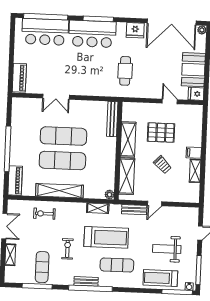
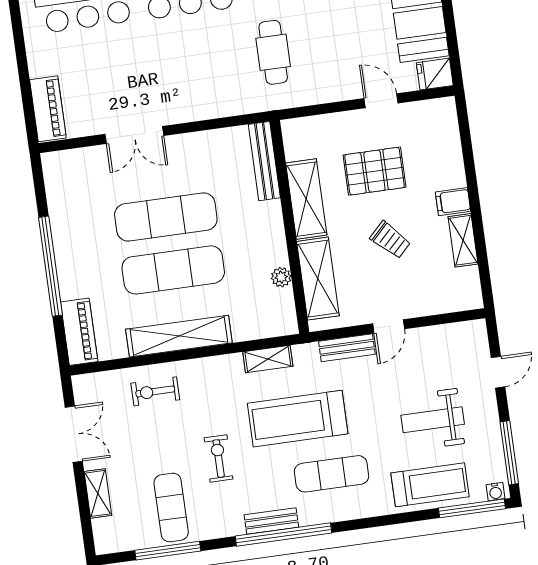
plant: (109, 195) -> (281, 277), moved
treadmill: (106, 237) -> (298, 419), turned 180
treadmill: (160, 278) -> (430, 485), turned 180

